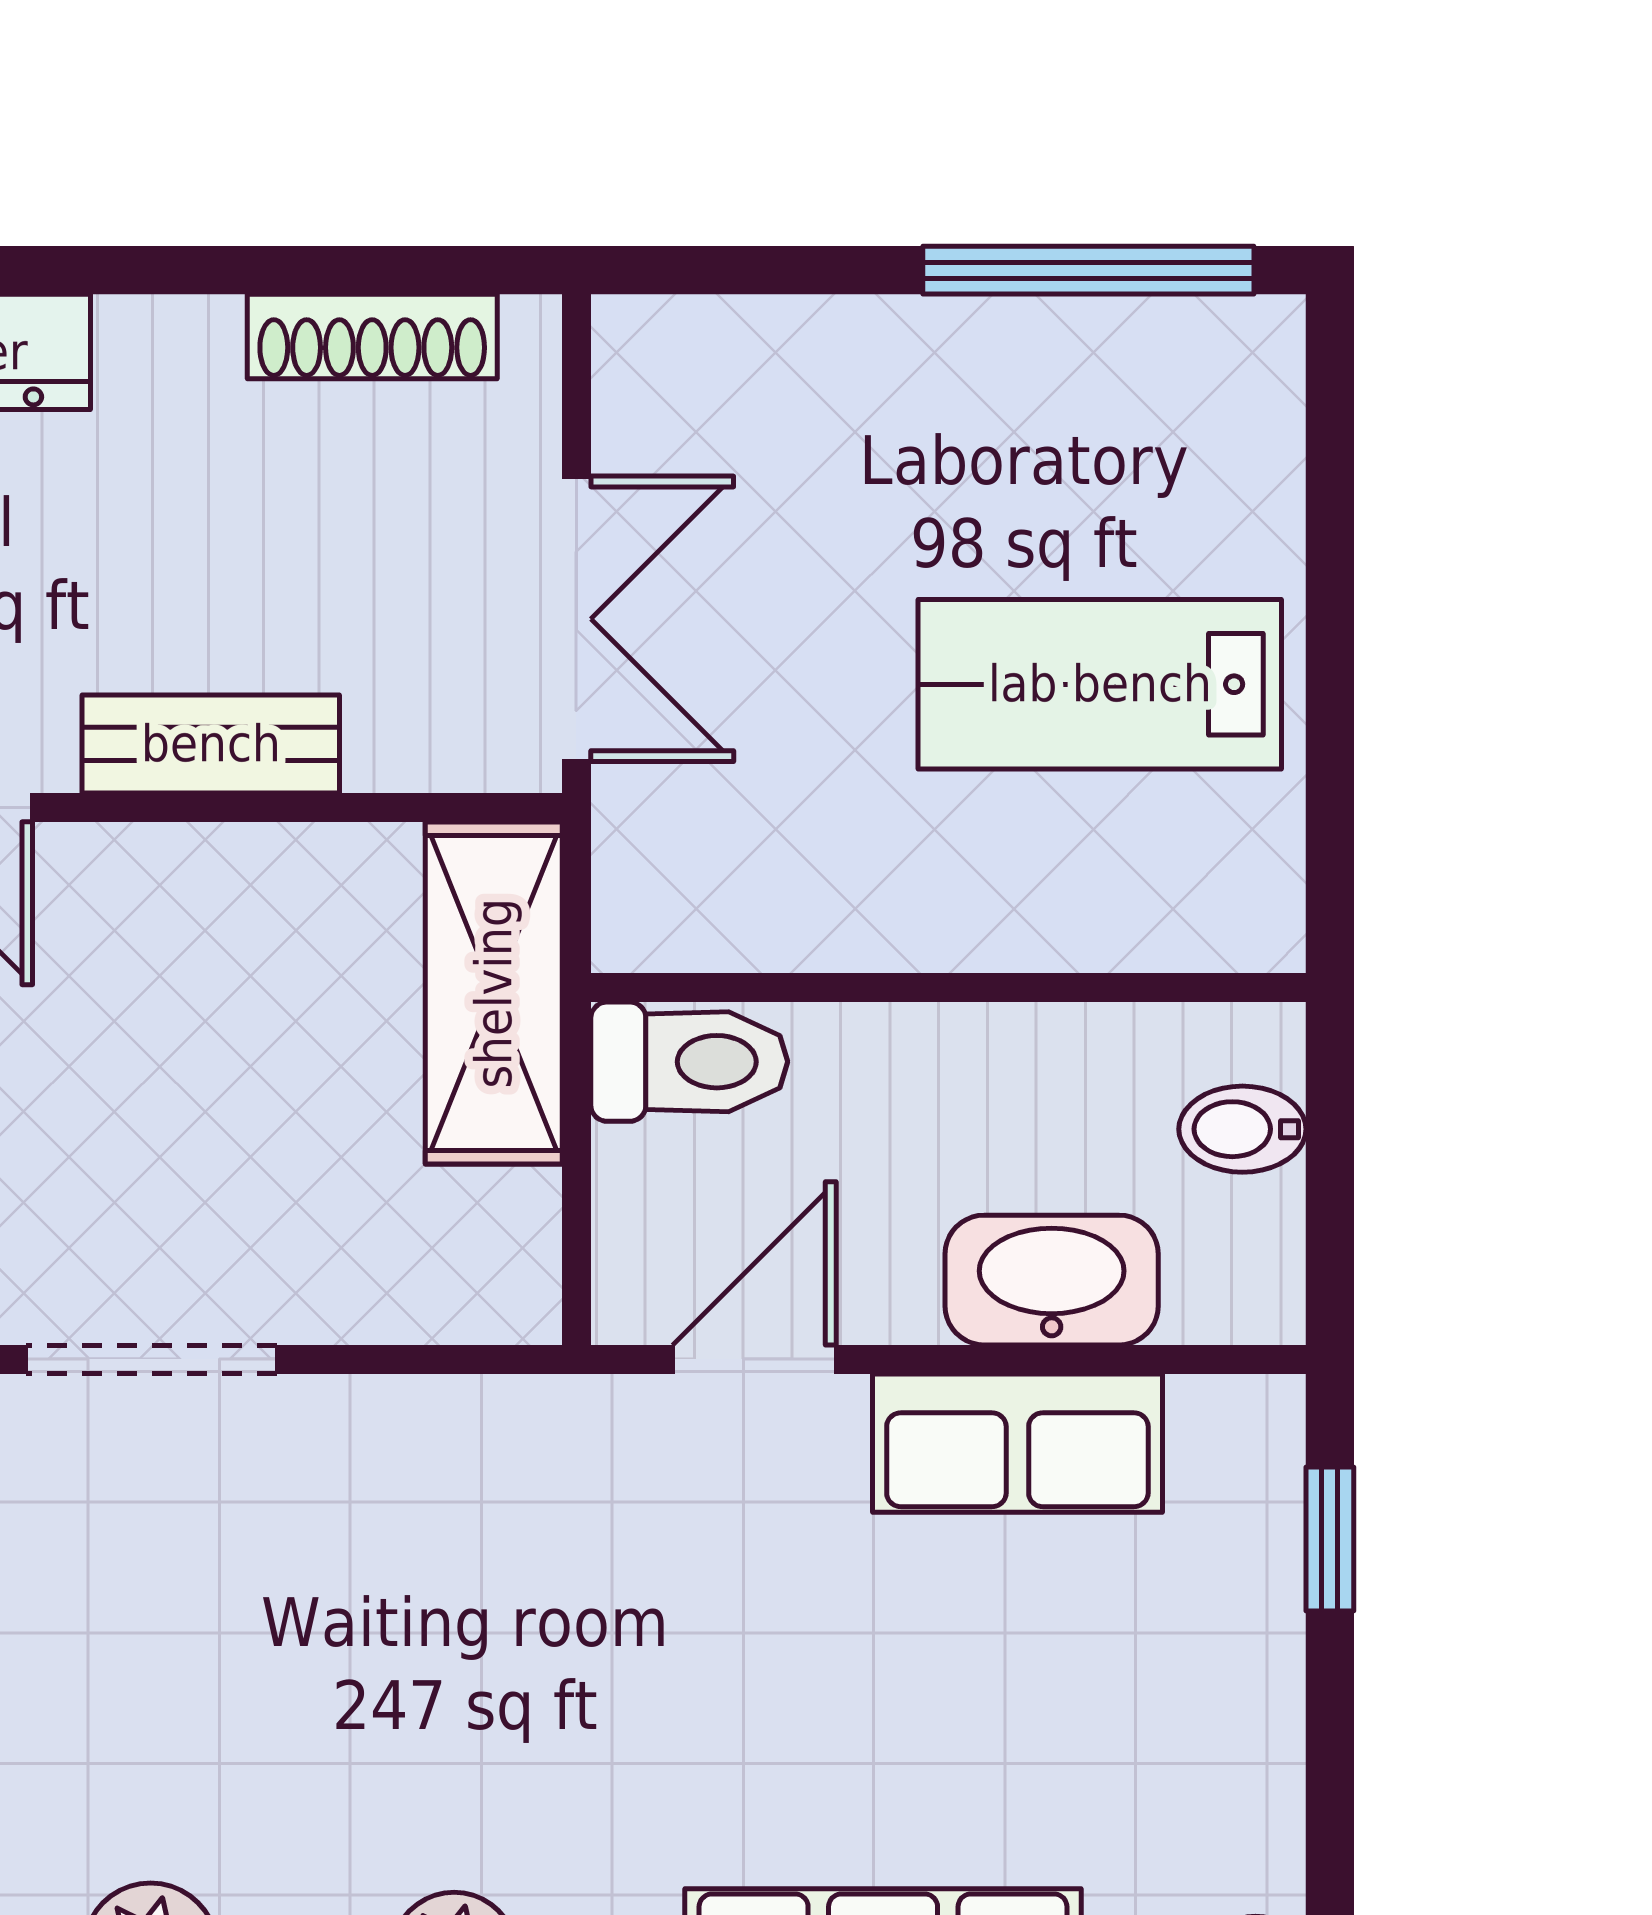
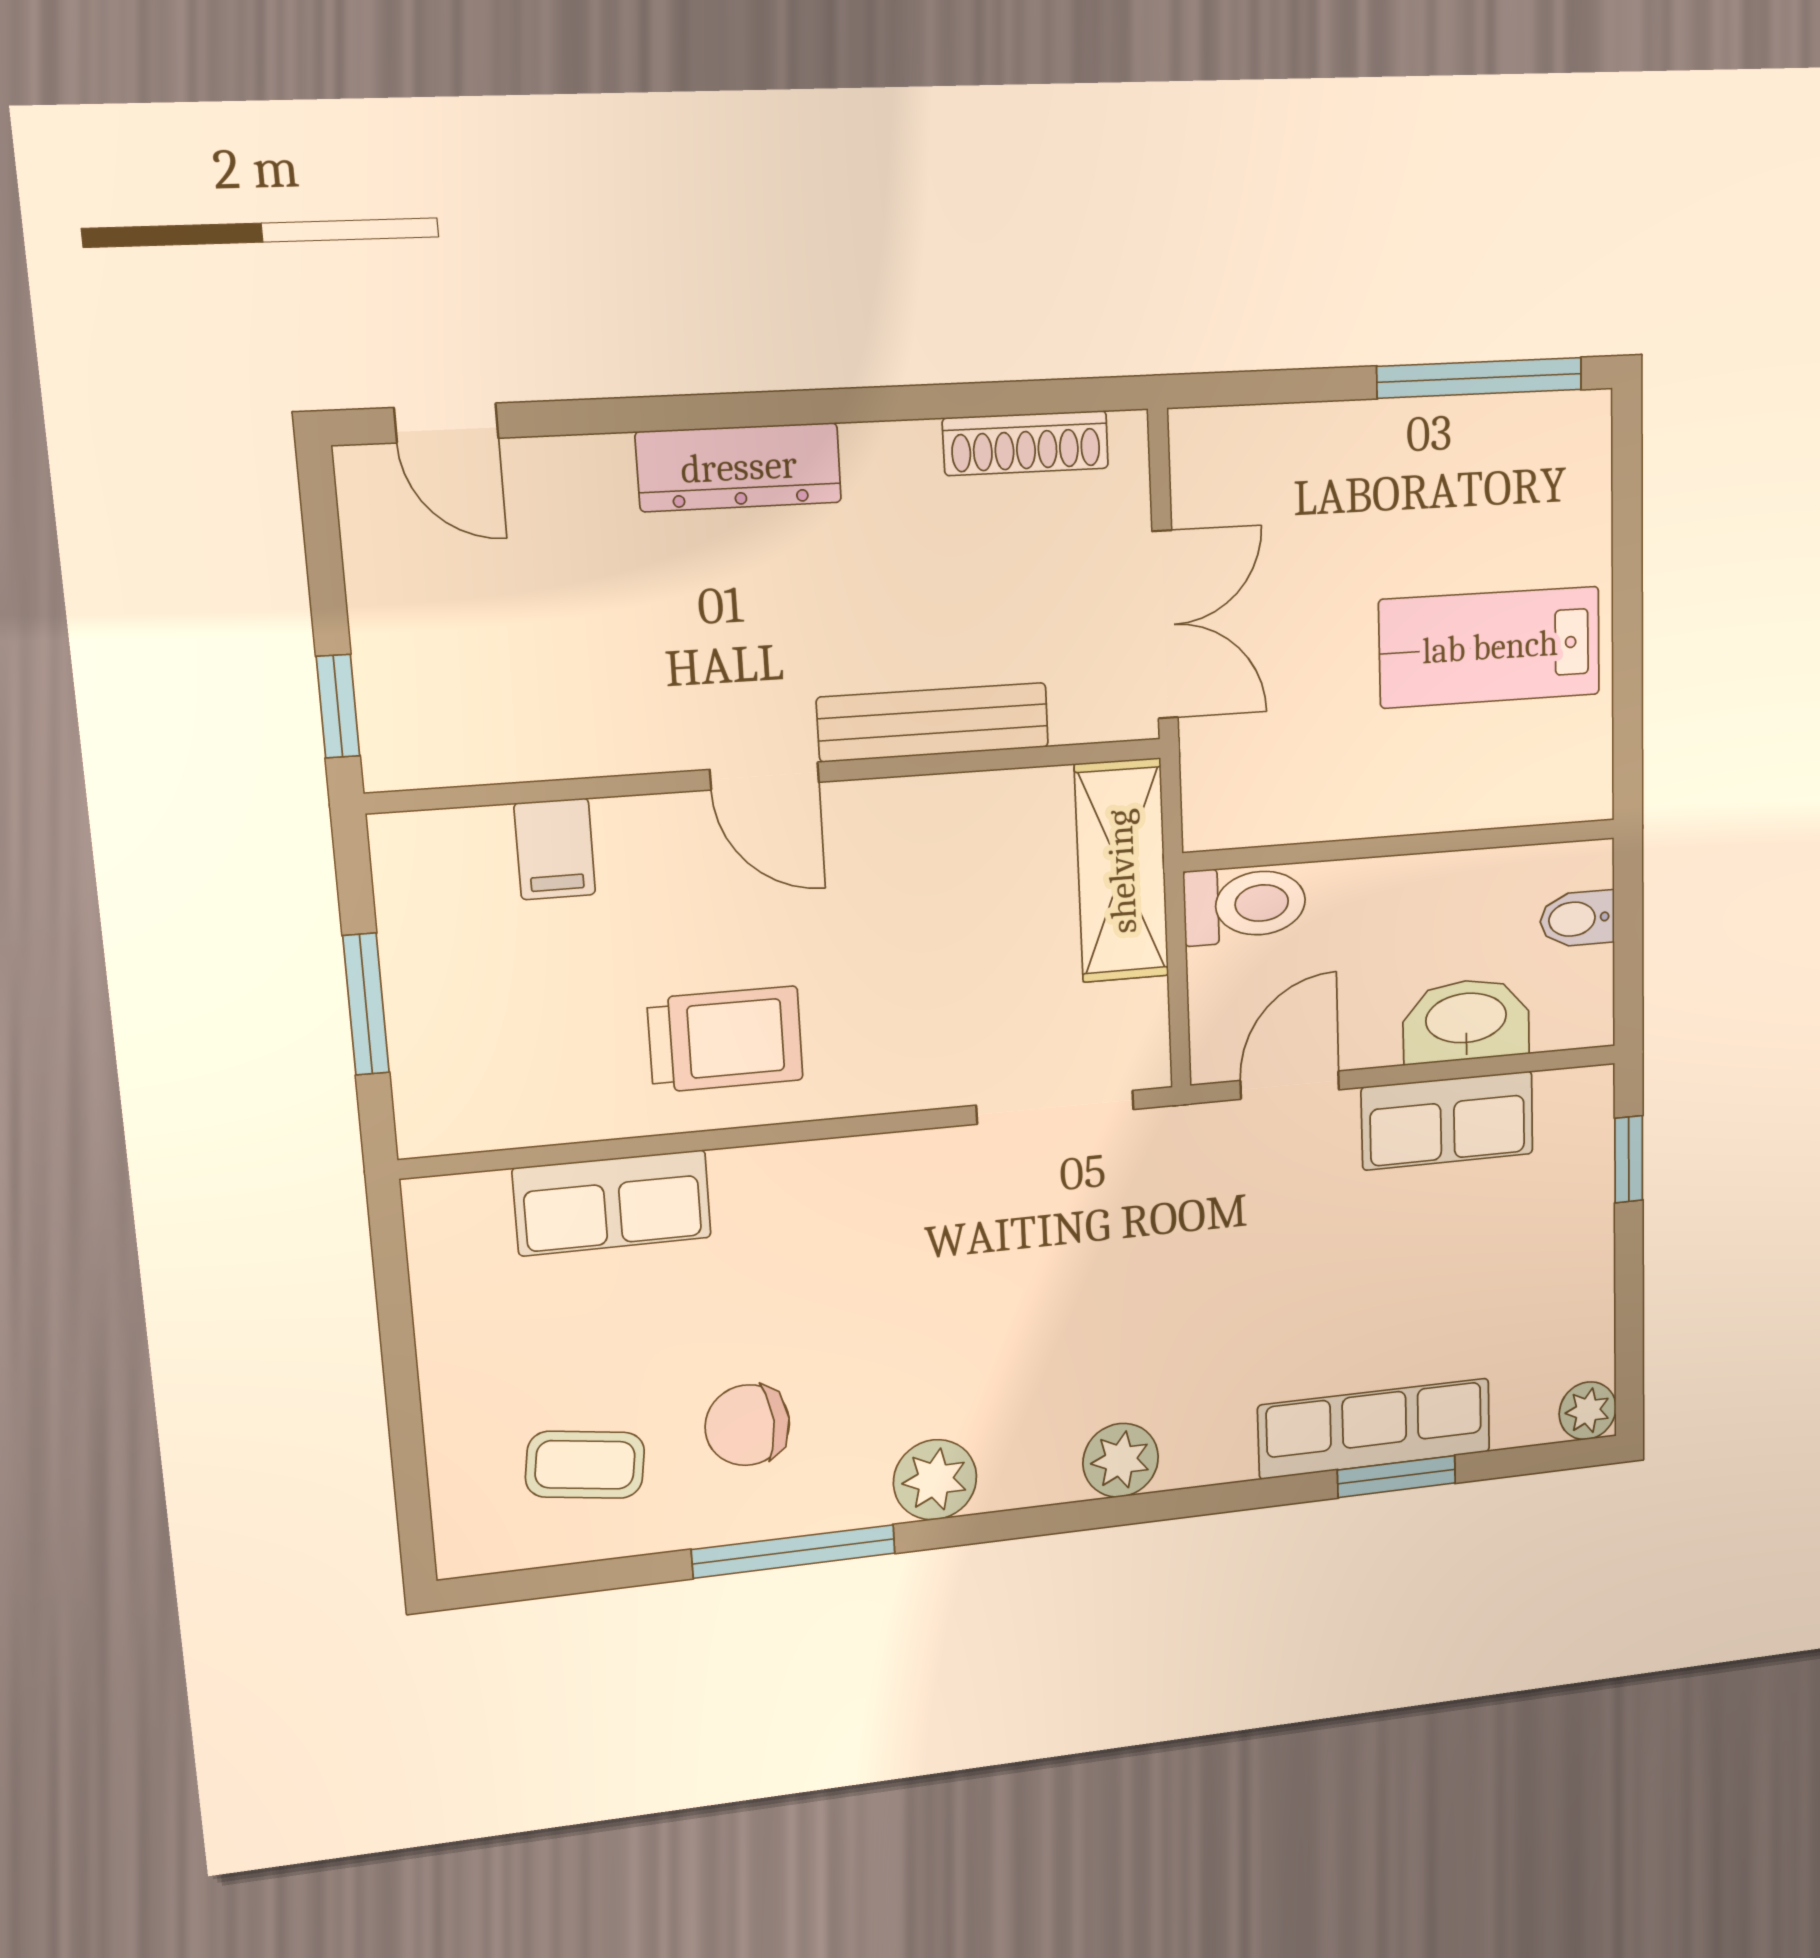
bench: (211, 744) -> (933, 722), width x1.36
doorway: (152, 1359) -> (1055, 1107), moved

